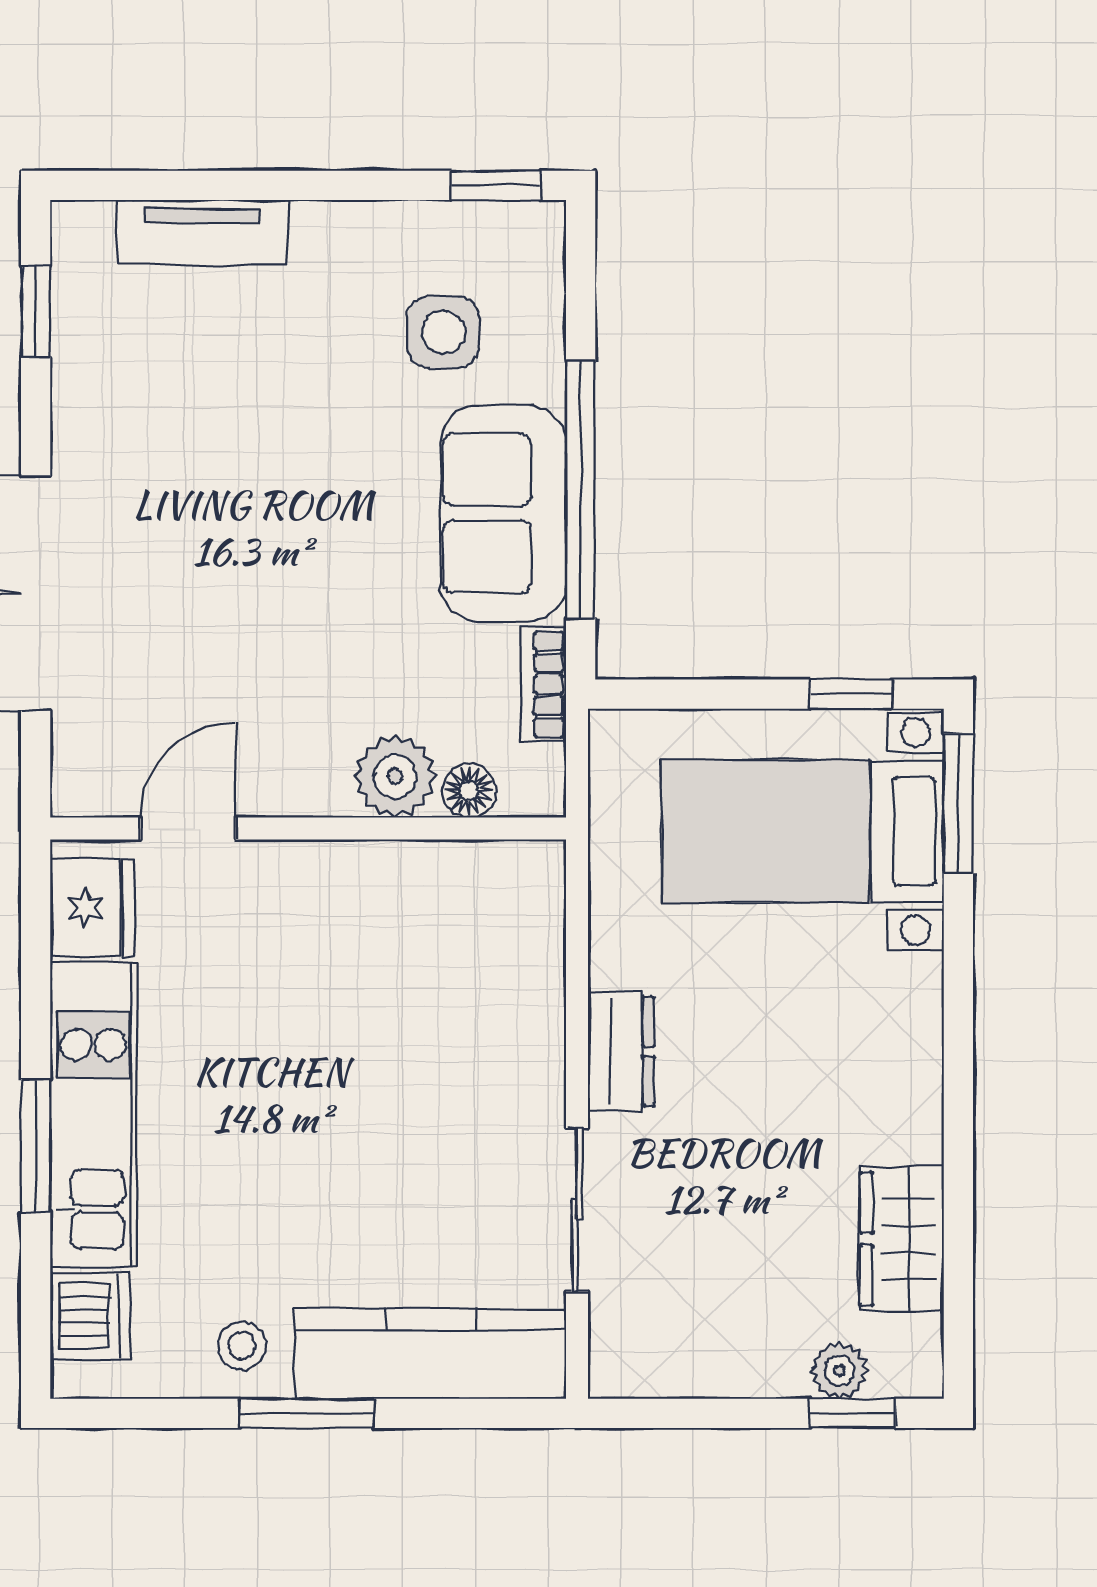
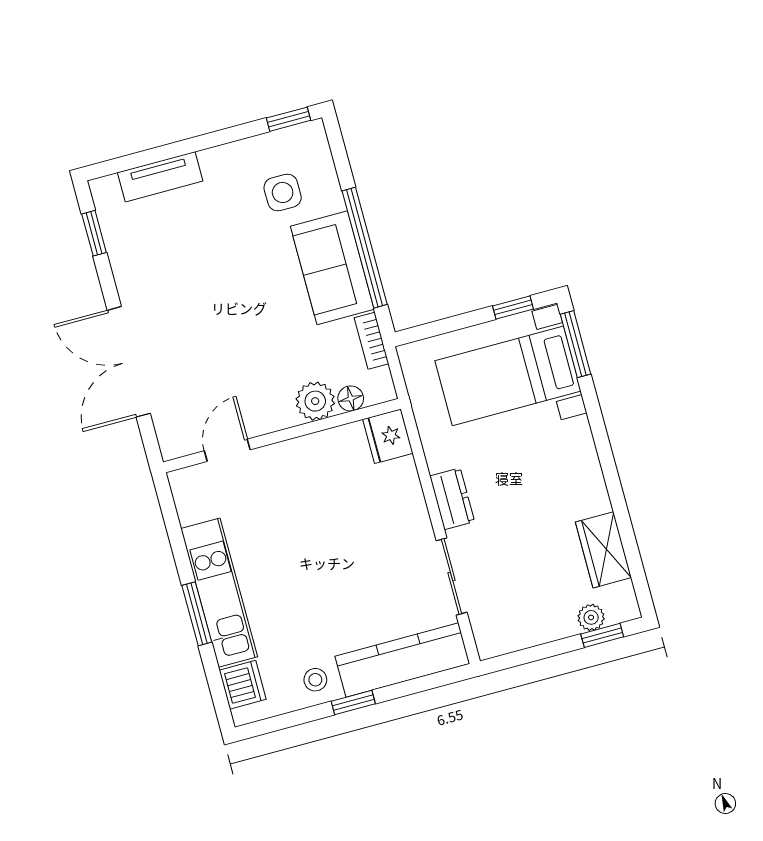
fridge: (92, 908) -> (388, 436), moved, turned 180
window: (307, 1413) -> (353, 703), width x0.67

